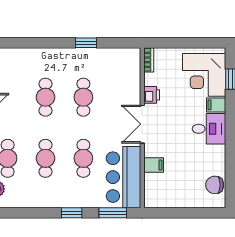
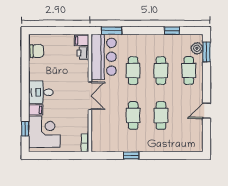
printer: (152, 95) -> (83, 53), moved
filing cabinet: (154, 165) -> (82, 40), moved
window: (72, 213) -> (172, 31), moved

